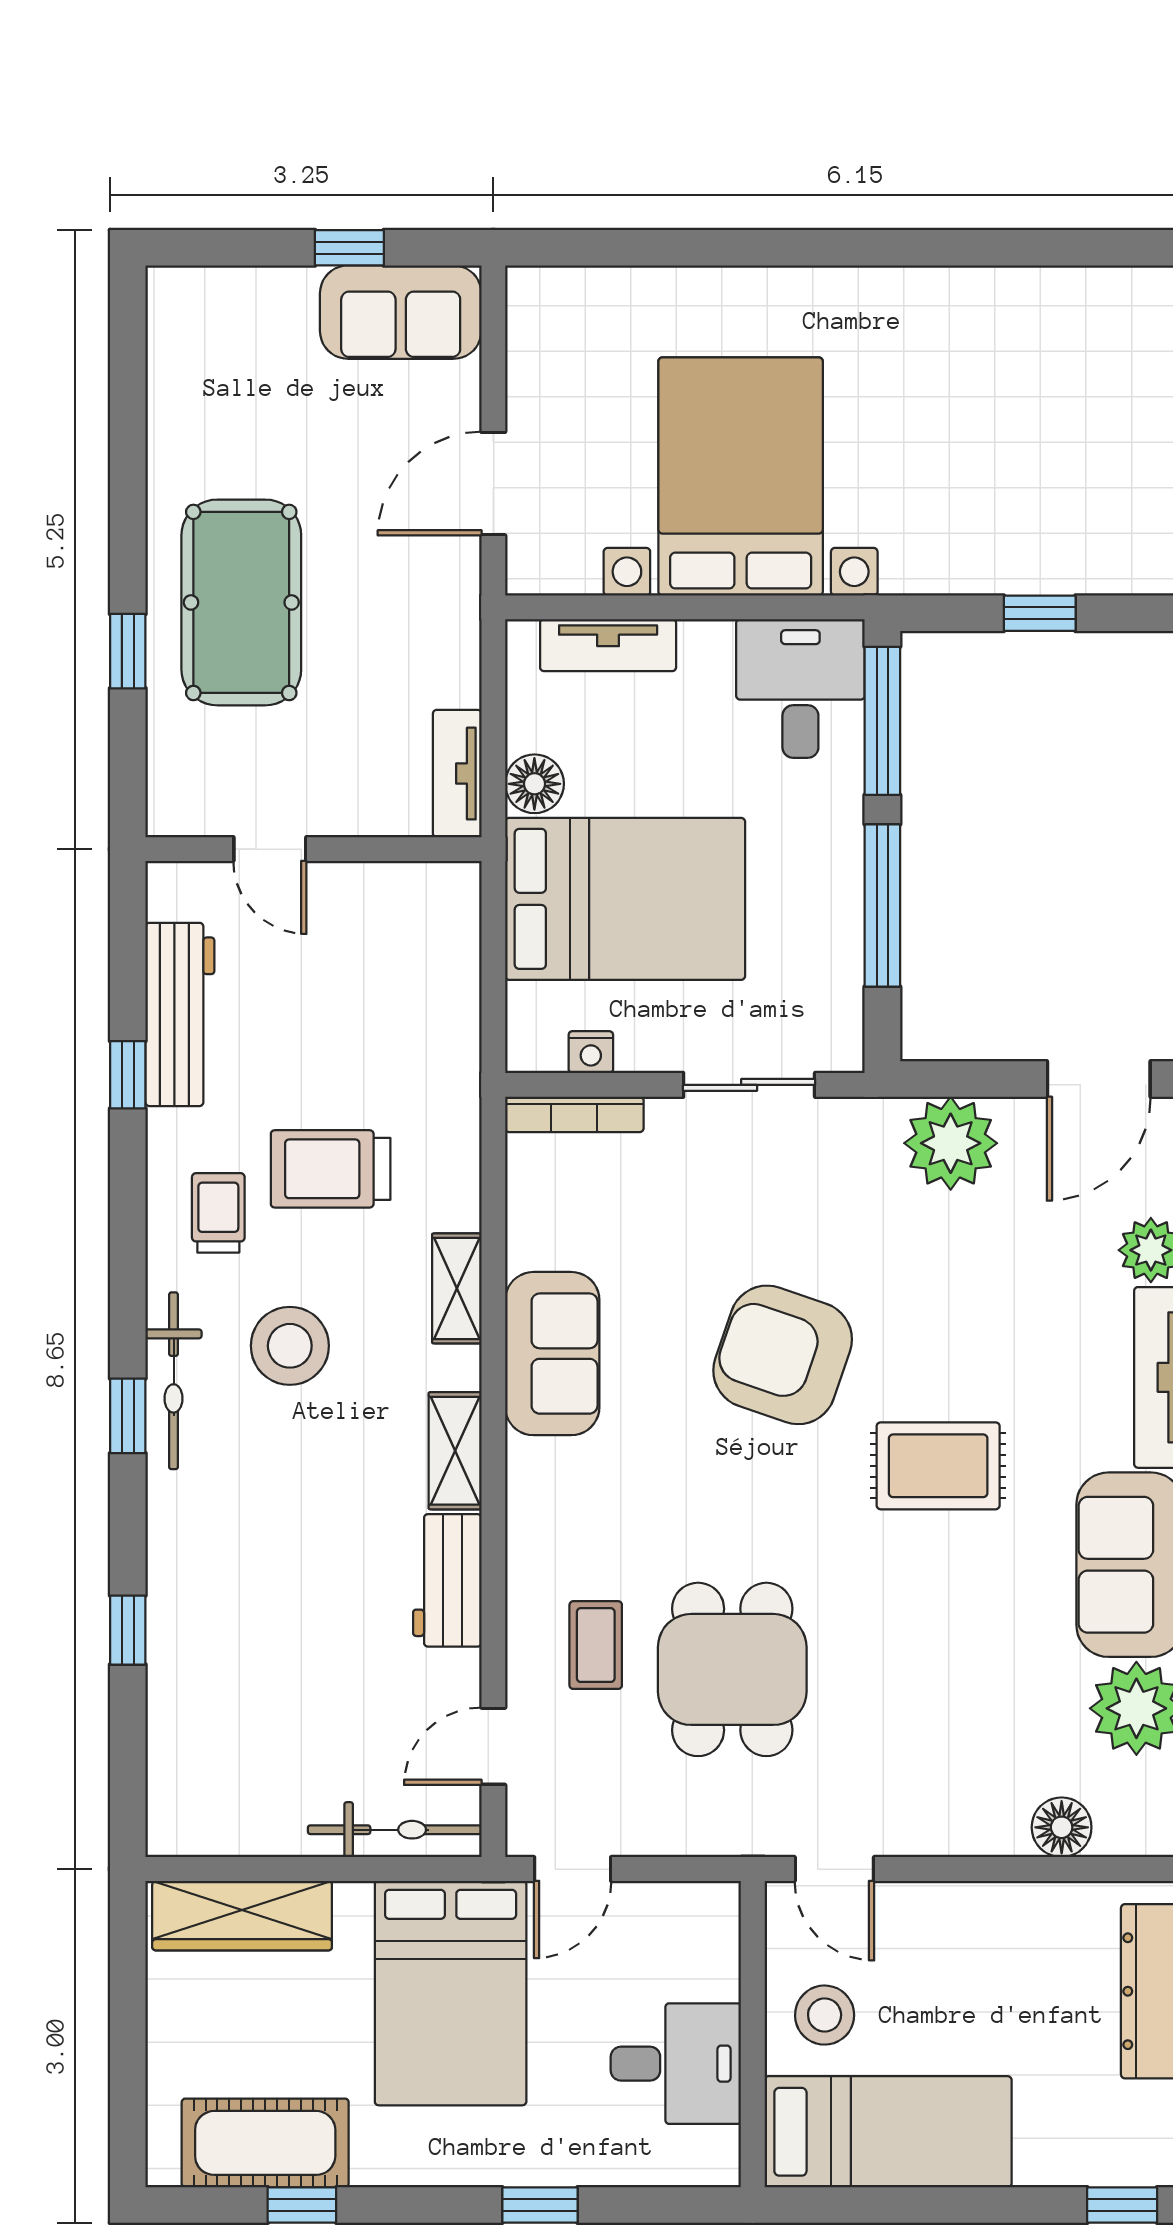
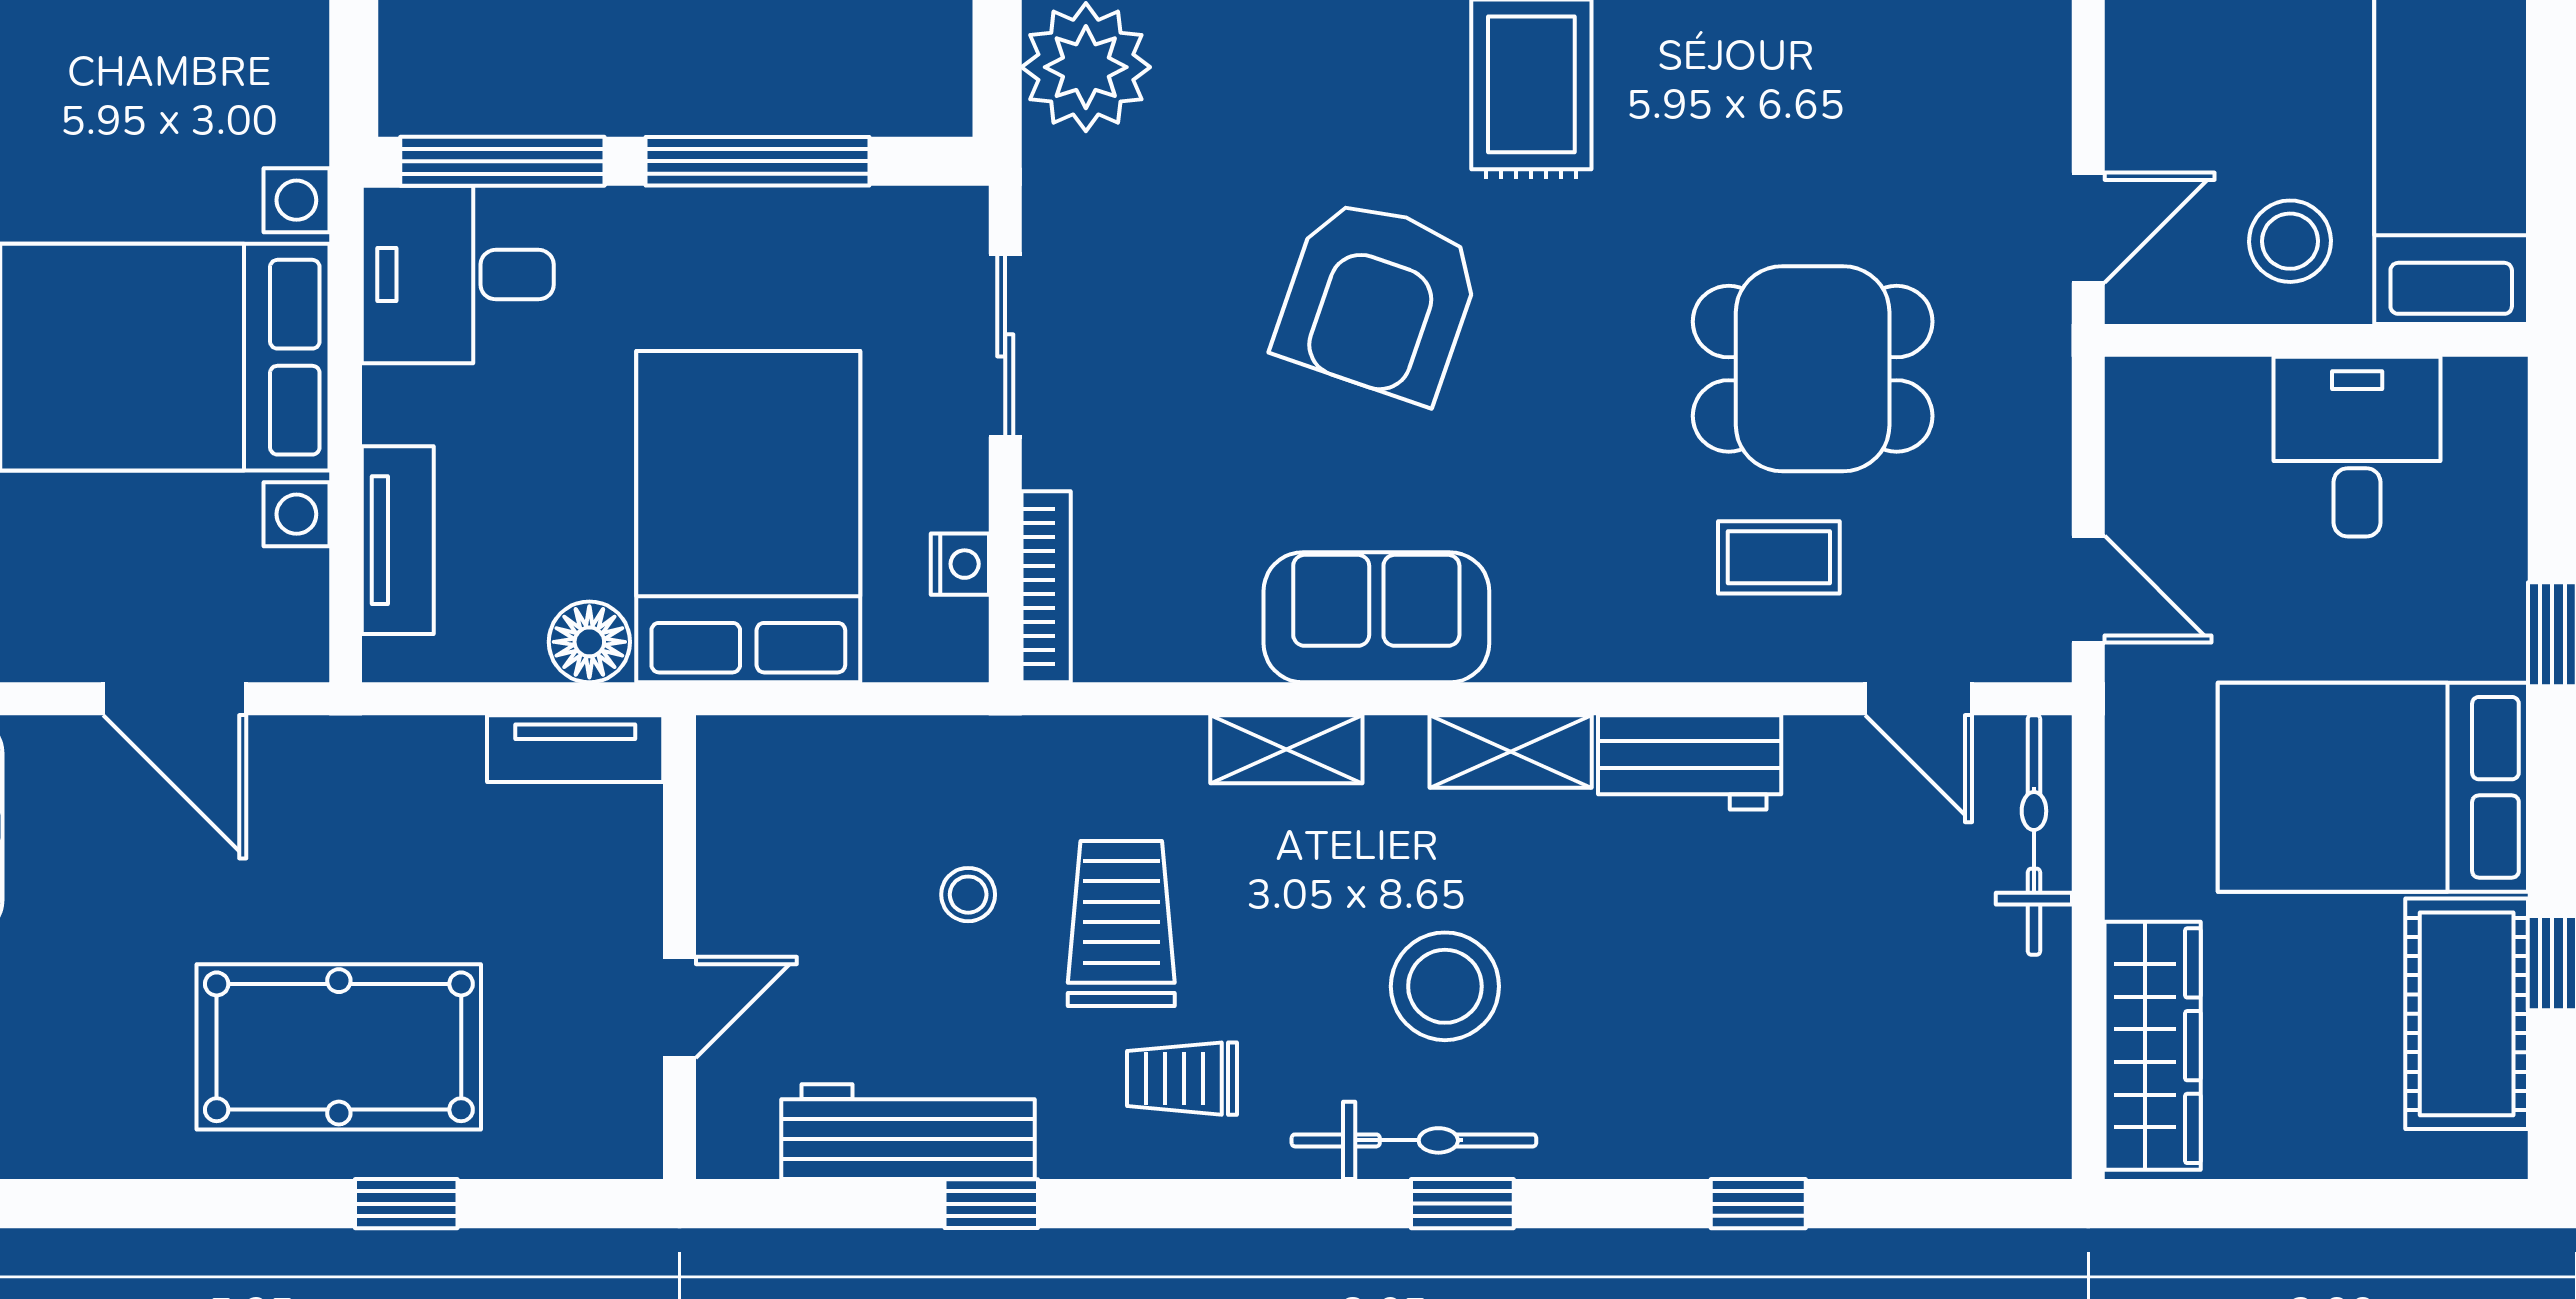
stool: (352, 1058) -> (968, 895), added
trolley: (331, 1169) -> (1121, 923), turned 180
stool: (290, 1346) -> (1445, 986), moved
bed: (451, 1993) -> (2373, 787), moved, turned 180

